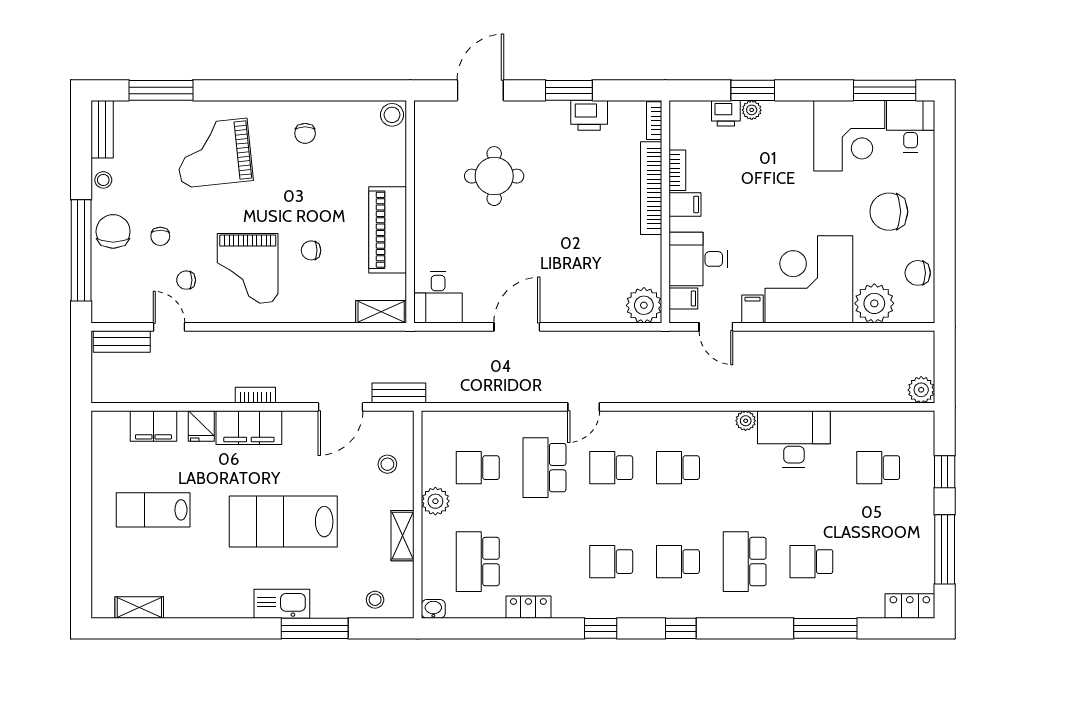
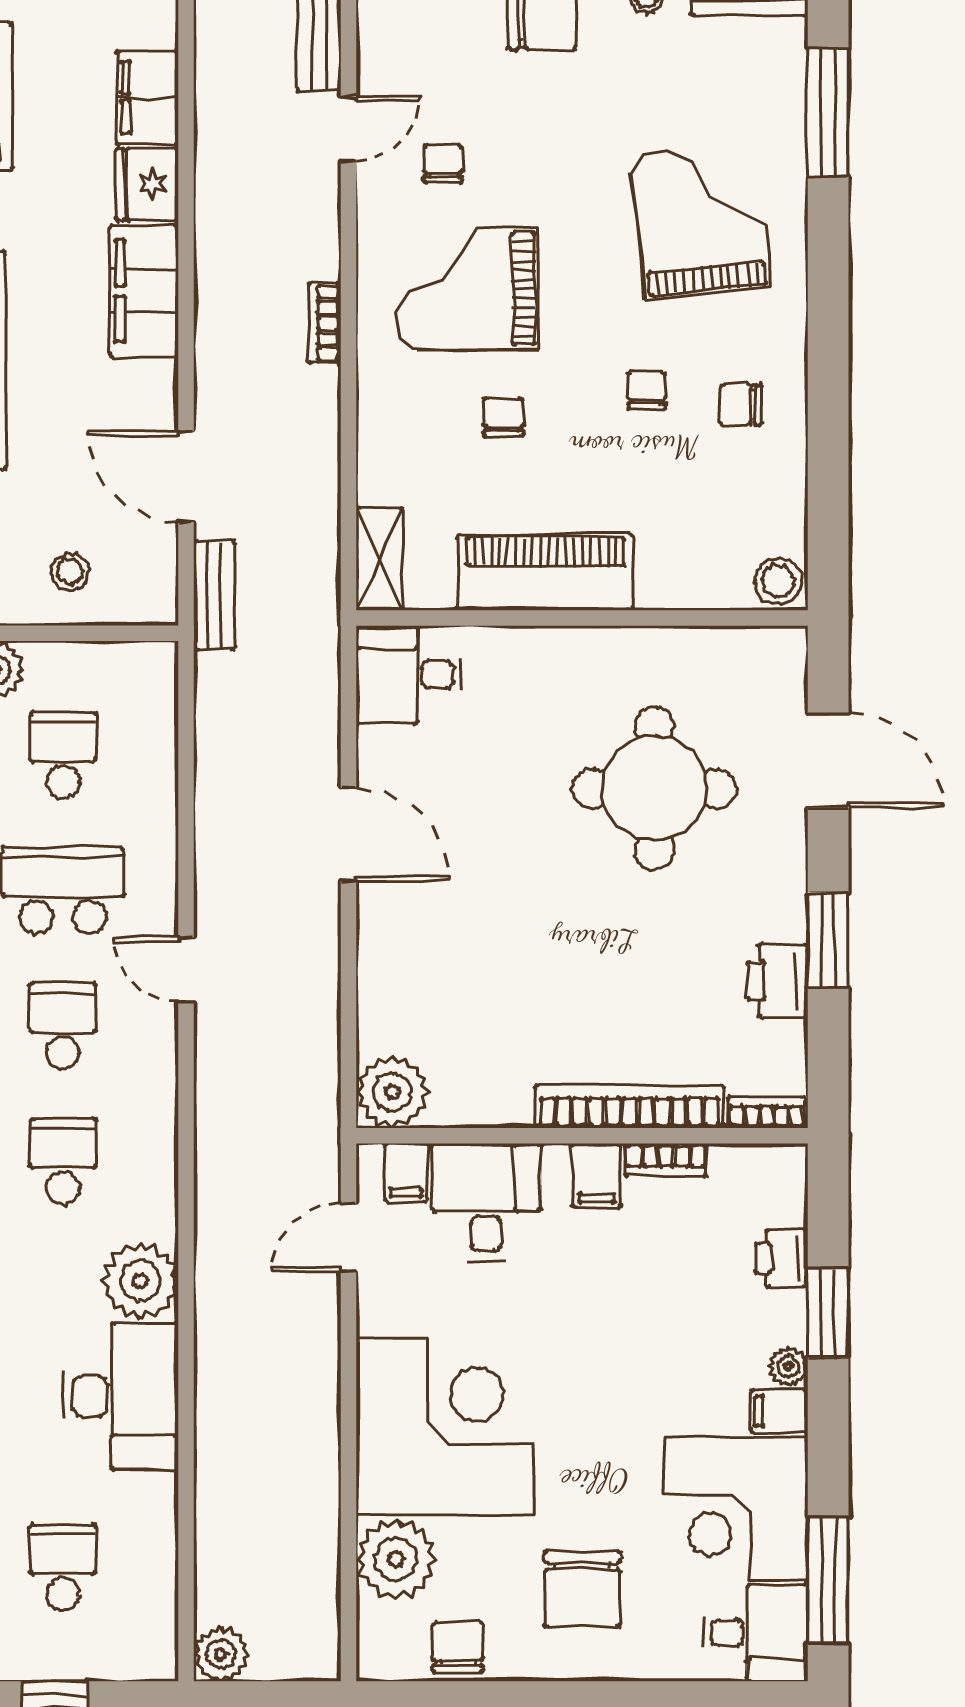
plant: (752, 110) -> (788, 1366), moved
round table: (494, 176) -> (654, 788), width x1.36, depth x1.36
chair: (889, 212) -> (582, 1589), turned 180
chair: (160, 236) -> (647, 390), moved, turned 91
filing cabinet: (753, 309) -> (779, 1411), moved, turned 180
bookcase: (255, 395) -> (325, 323), moved, turned 180
plant: (746, 421) -> (140, 1281), width x1.88, depth x1.88
fridge: (201, 426) -> (147, 184), width x1.38

